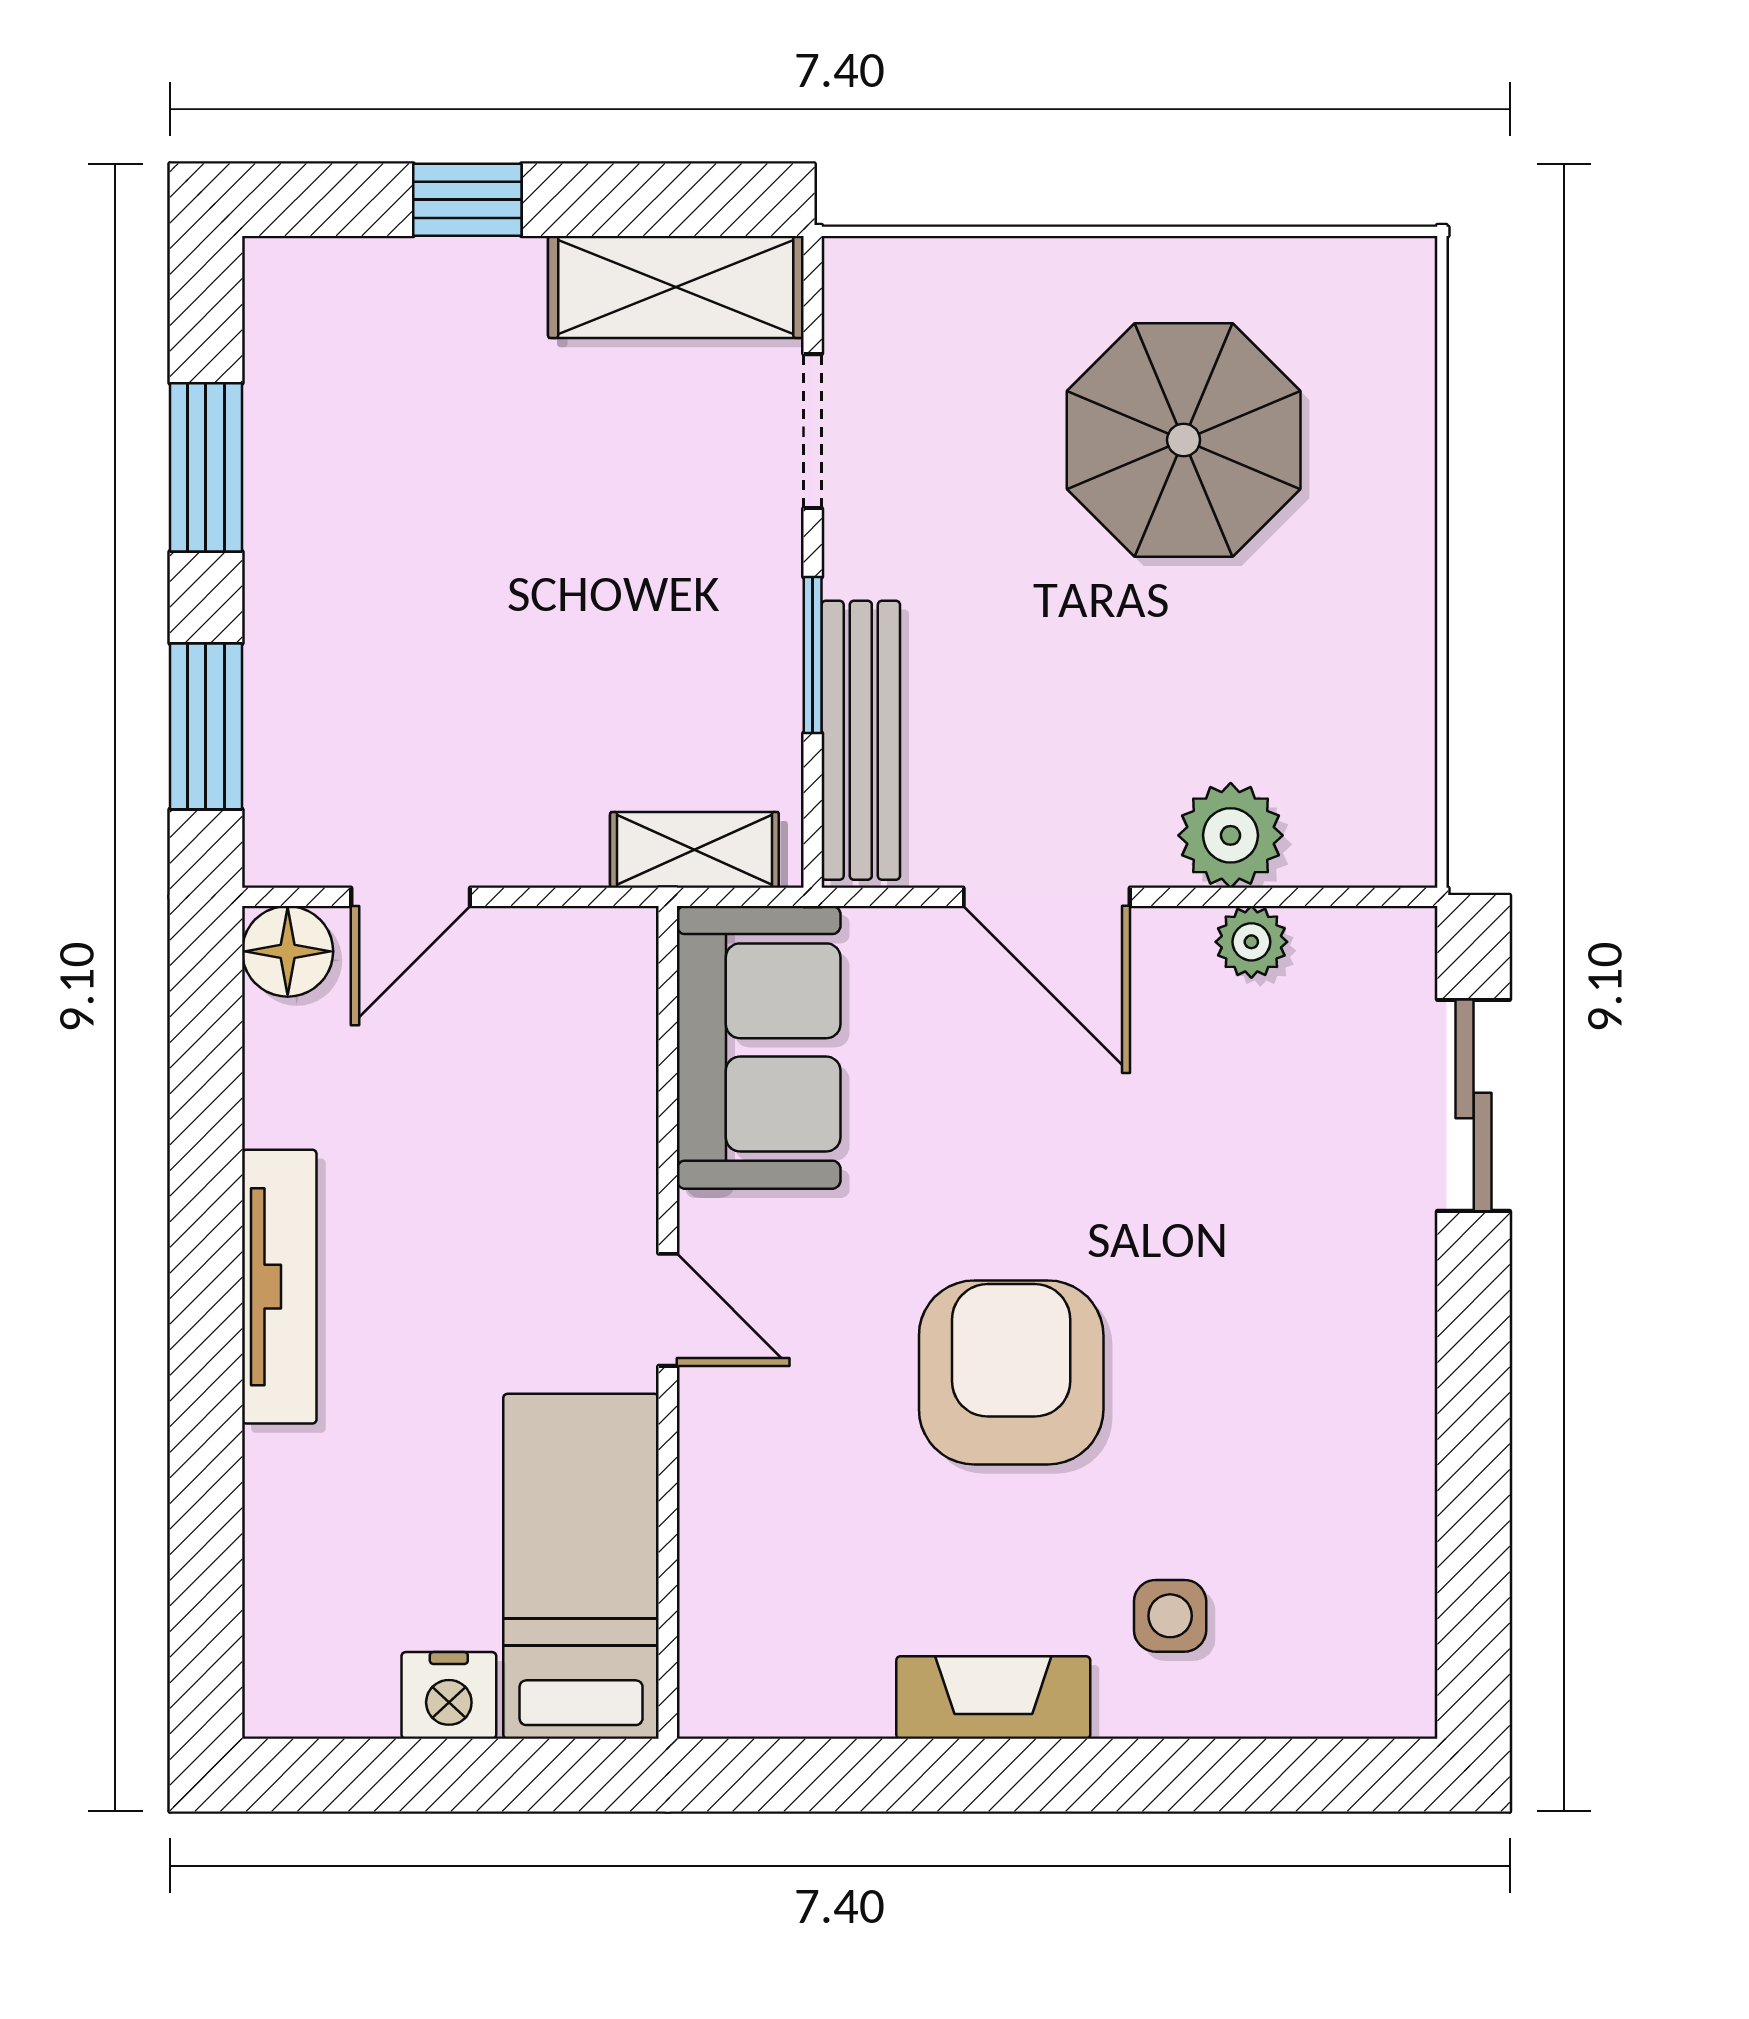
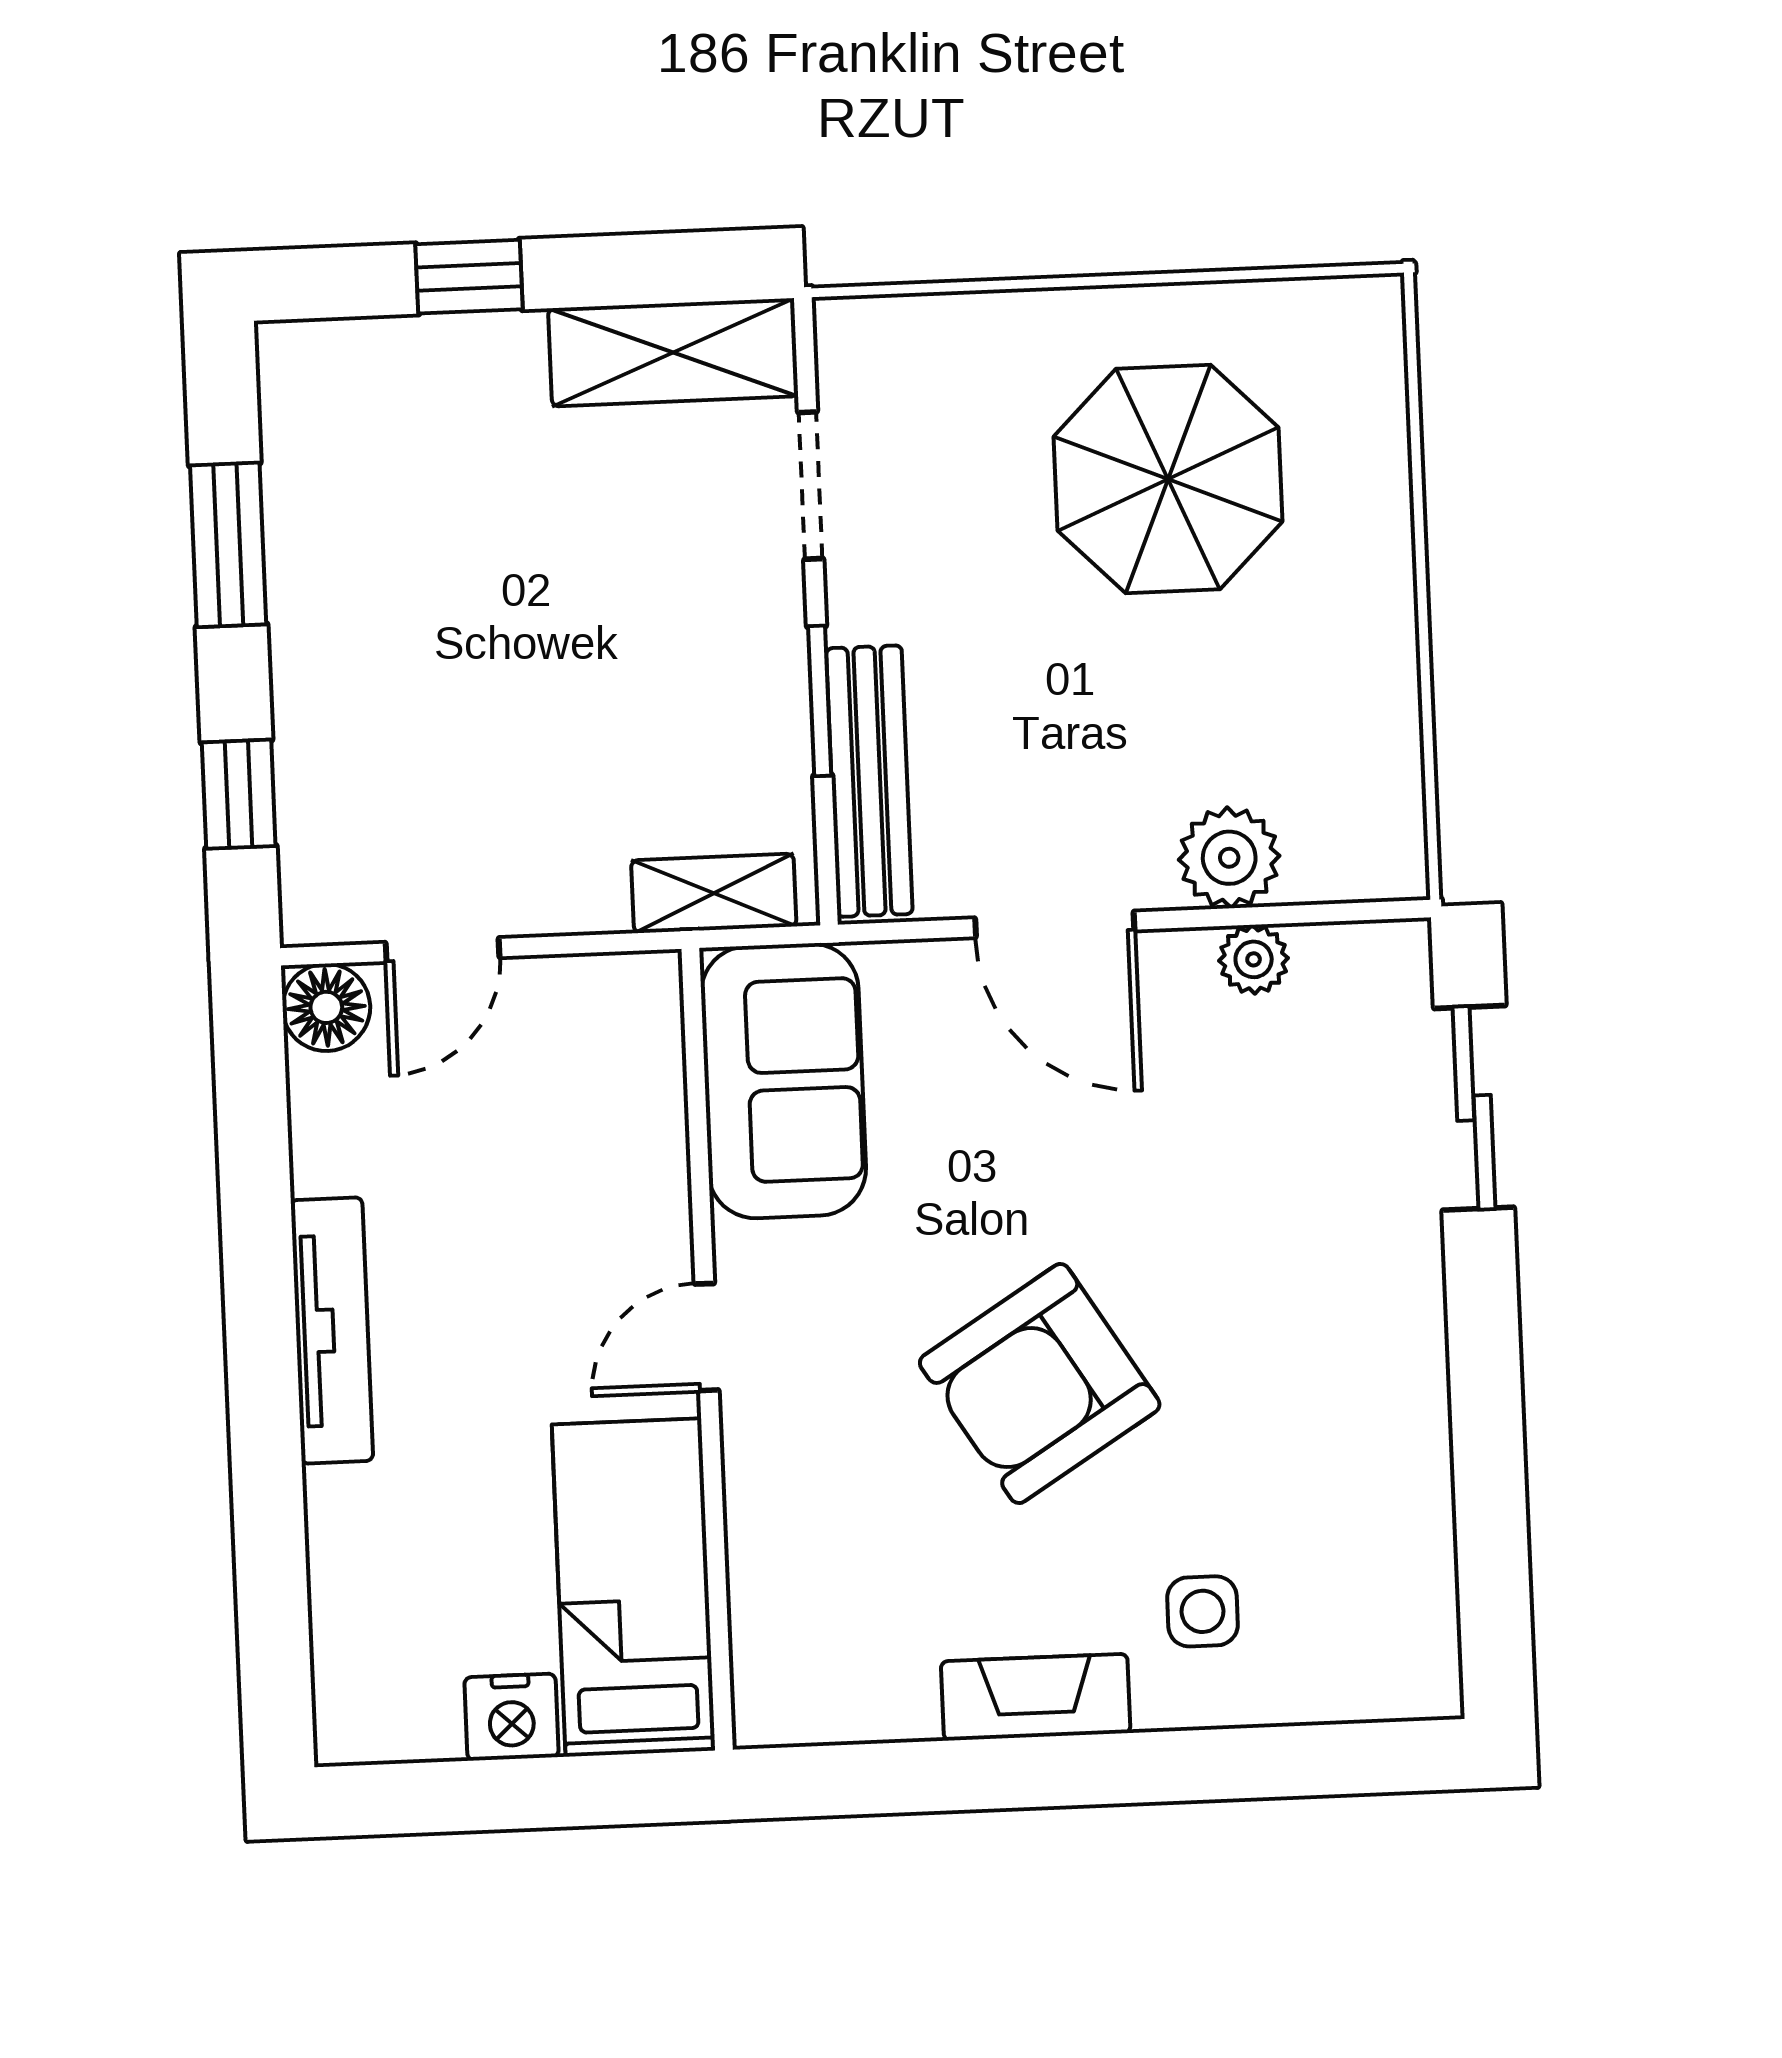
window: (206, 726) -> (239, 794), width x0.67
door: (668, 1310) -> (707, 1337), swing flipped
armchair: (1011, 1372) -> (1040, 1384), turned -122

